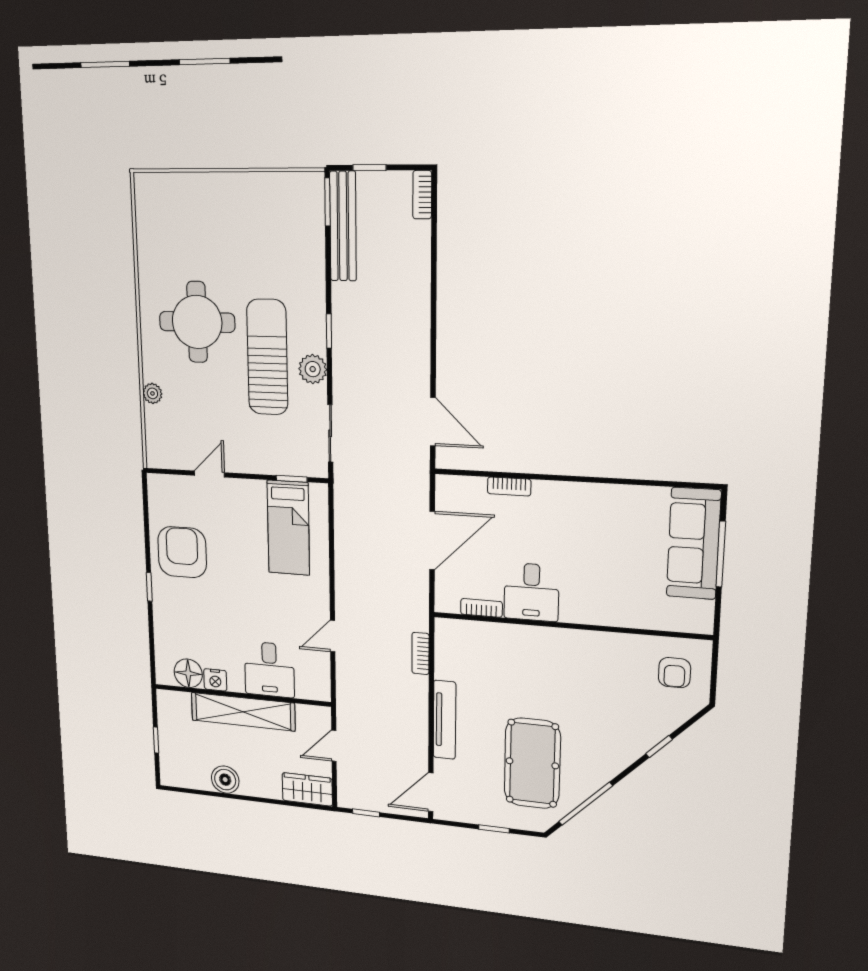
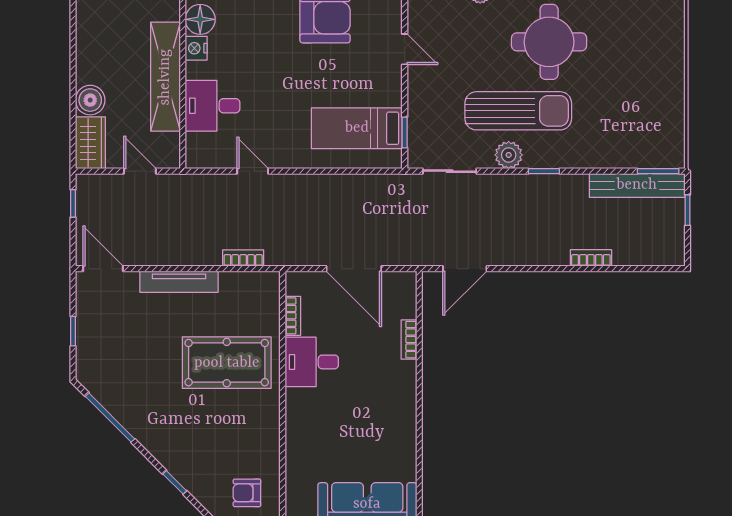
bookcase: (422, 195) -> (591, 258), moved
pool table: (532, 763) -> (227, 363), moved
boiler: (225, 780) -> (90, 100), moved

